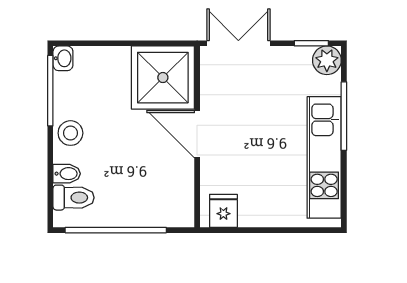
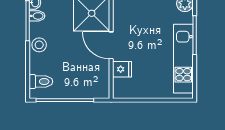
bidet: (67, 174) -> (37, 16), moved
fridge: (223, 211) -> (122, 69), moved, turned 90

